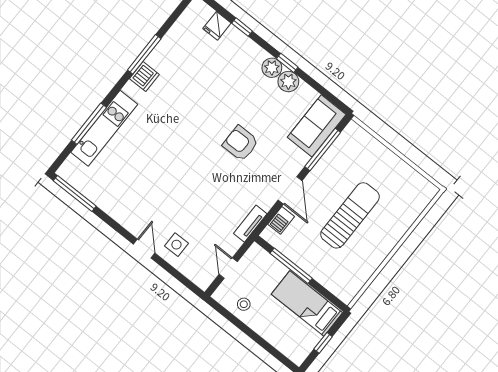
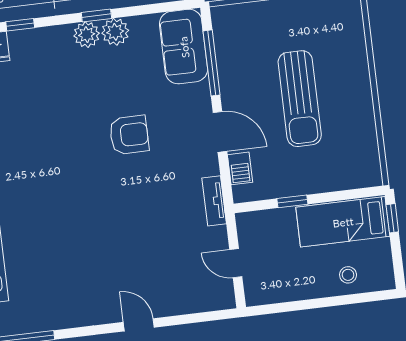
armchair: (241, 143) -> (129, 135), turned 180
sun lounger: (350, 215) -> (300, 99), turned 180
side table: (176, 245) -> (165, 290), removed
window: (291, 266) -> (292, 201), width x0.46
stool: (244, 304) -> (348, 275), moved
window: (323, 343) -> (392, 218), moved

